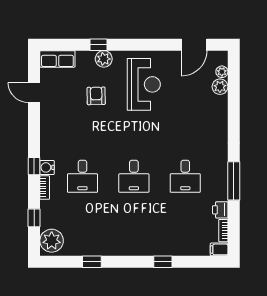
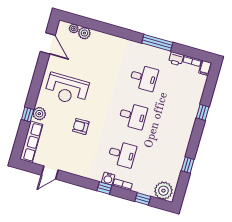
row of seats: (57, 59) -> (31, 142), width x1.48
reception desk: (144, 84) -> (67, 89), turned 180
armchair: (96, 96) -> (81, 126), moved

